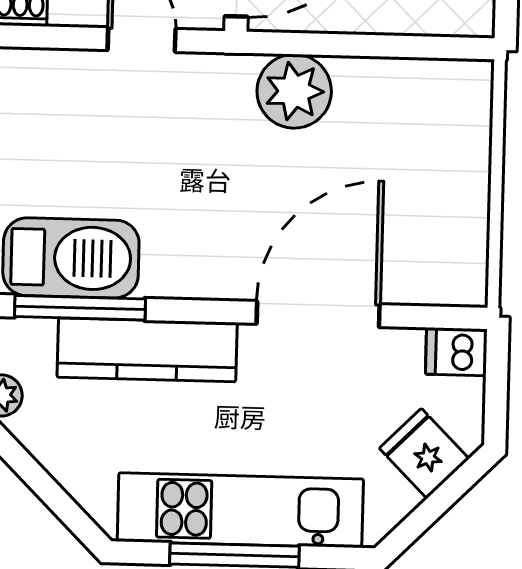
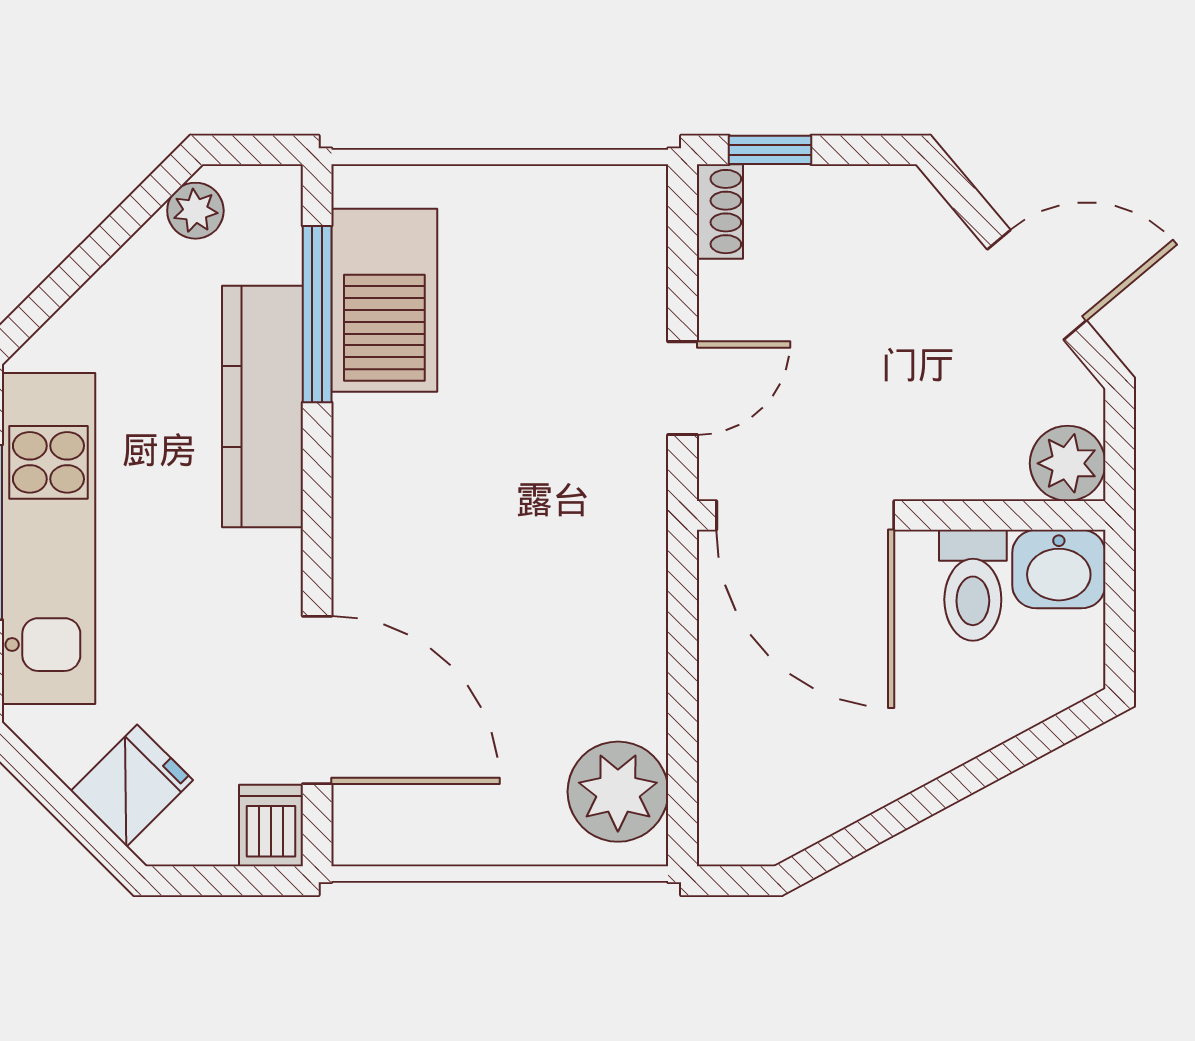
plant: (294, 91) -> (618, 792), moved
door: (318, 314) -> (317, 700), moved

